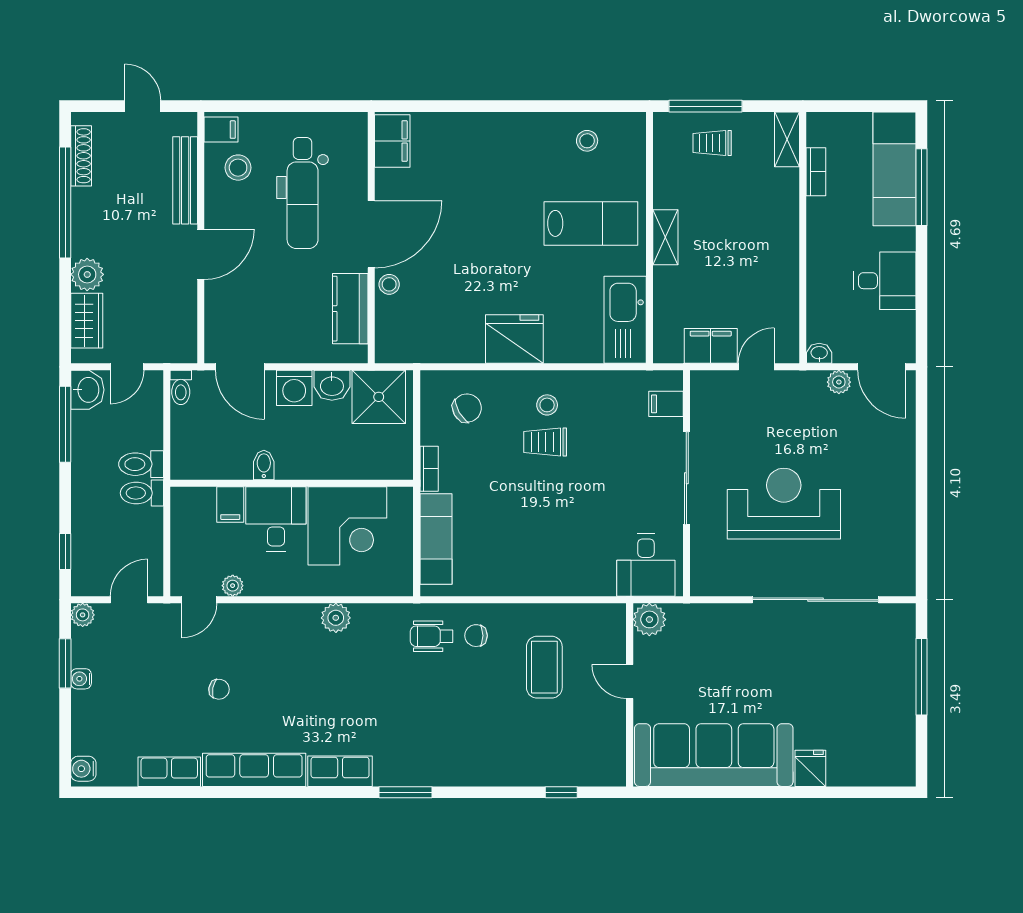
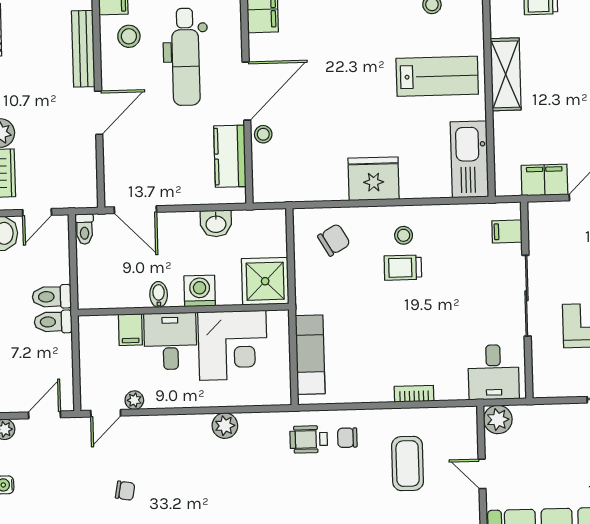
shelving: (665, 237) -> (506, 74), width x1.50, depth x1.33
washing machine: (294, 388) -> (200, 291), moved, turned 180
shower: (379, 397) -> (265, 281), moved
bookcase: (429, 469) -> (414, 394), moved, turned -90

